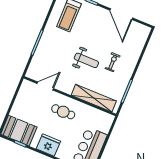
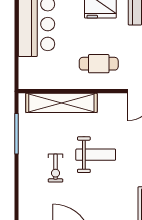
weight bench: (86, 60) -> (96, 155), turned 180

